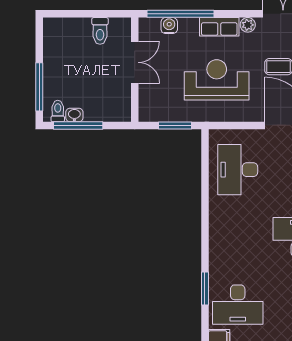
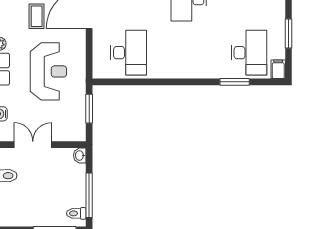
reception desk: (217, 80) -> (48, 71), turned 180
washbasin: (74, 115) -> (80, 155), moved
desk: (238, 170) -> (129, 53), turned -90

